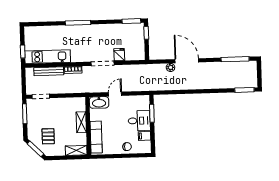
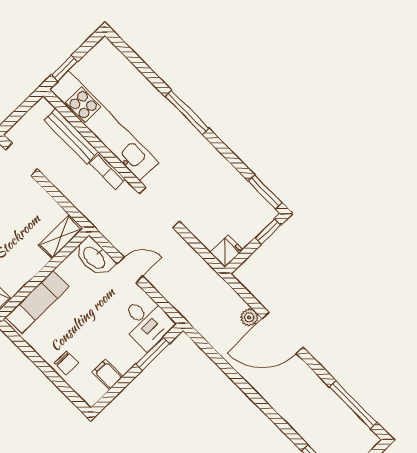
fridge: (119, 55) -> (226, 251), moved
kitchen unit: (48, 57) -> (104, 126), width x1.36
door: (187, 61) -> (283, 333), swing flipped
desk: (139, 121) -> (146, 322), moved
shelving: (81, 122) -> (61, 237), moved

